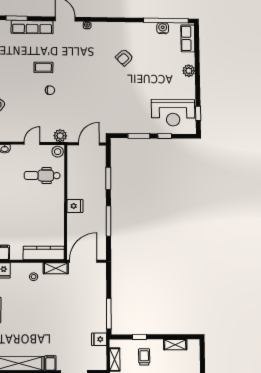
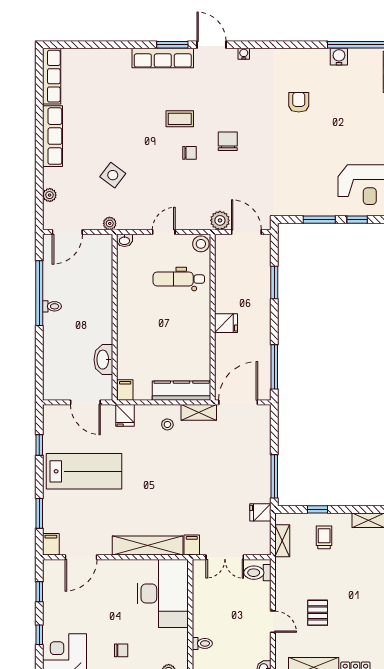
window: (17, 18) -> (172, 45), moved
water cooler: (163, 28) -> (339, 57), moved
armchair: (124, 57) -> (299, 102), turned 134
chair: (76, 83) -> (228, 141), added
plant: (60, 136) -> (220, 220), moved
door: (89, 144) -> (246, 232), hinge flipped
window: (108, 221) -> (274, 367), moved

